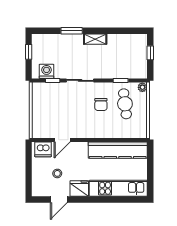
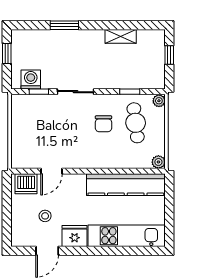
shelving: (95, 39) -> (121, 36), moved
plant: (142, 133) -> (158, 162), added

